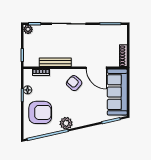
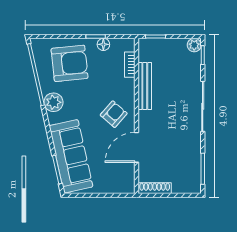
sofa: (117, 92) -> (71, 156), moved, turned 77
armchair: (40, 112) -> (70, 63), turned -96

